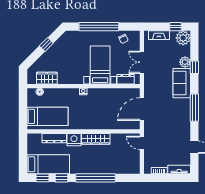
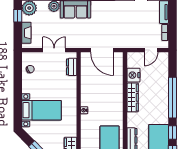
window: (99, 27) -> (18, 94), removed
double door: (142, 62) -> (54, 50), swing flipped
bed with nightstands: (100, 65) -> (41, 110), moved, turned 180
nightstand: (74, 140) -> (133, 75), moved
door: (142, 143) -> (151, 50), moved

